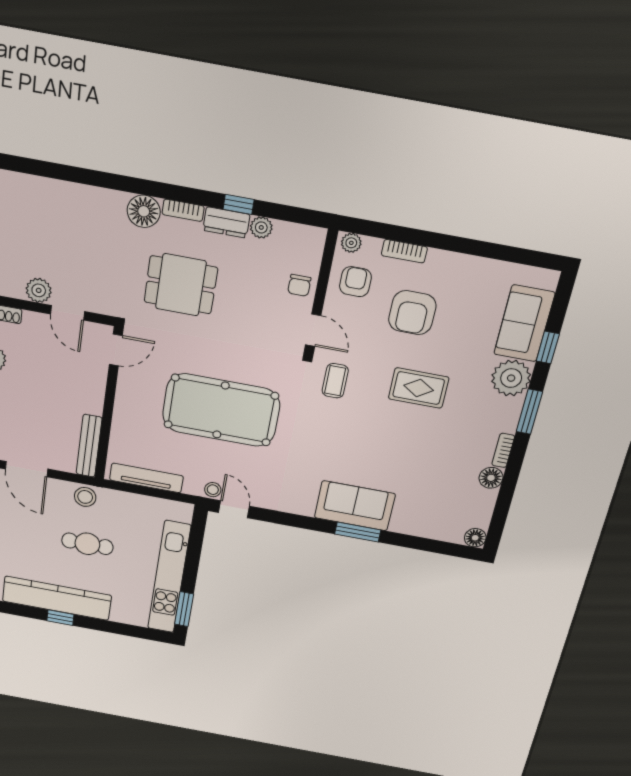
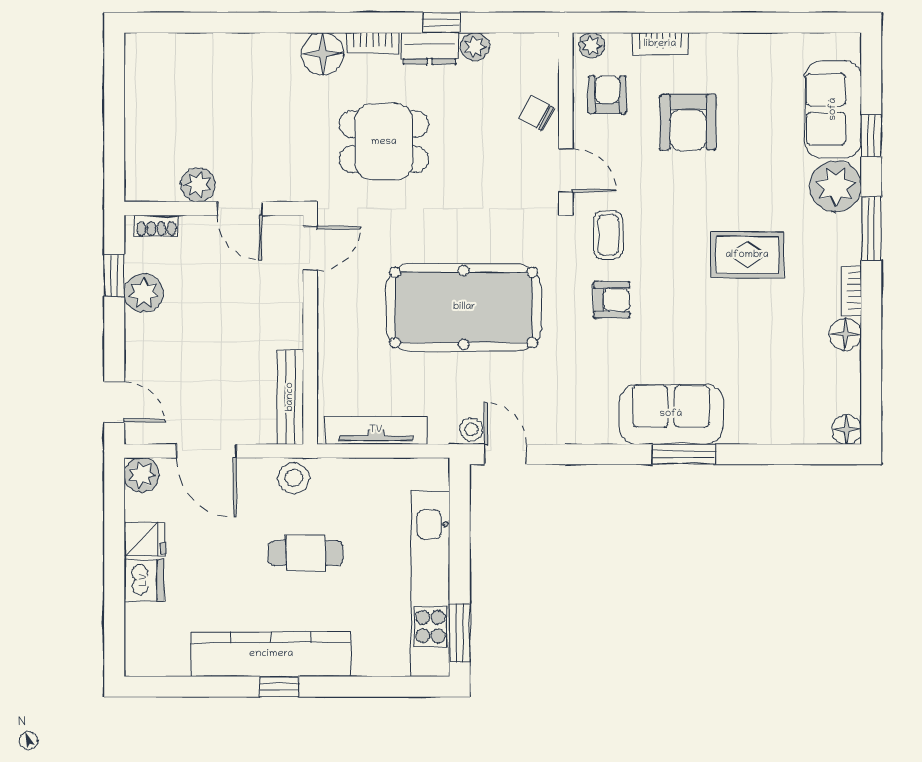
chair: (299, 285) -> (537, 113), turned 119
rug: (419, 388) -> (747, 255), moved
armchair: (328, 425) -> (611, 300), added

